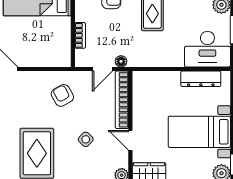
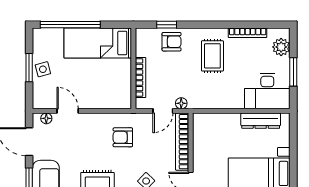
bookcase: (80, 35) -> (140, 77), width x1.56
armchair: (62, 95) -> (123, 137), turned -61

